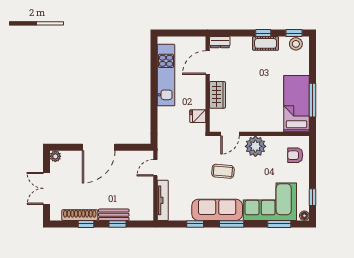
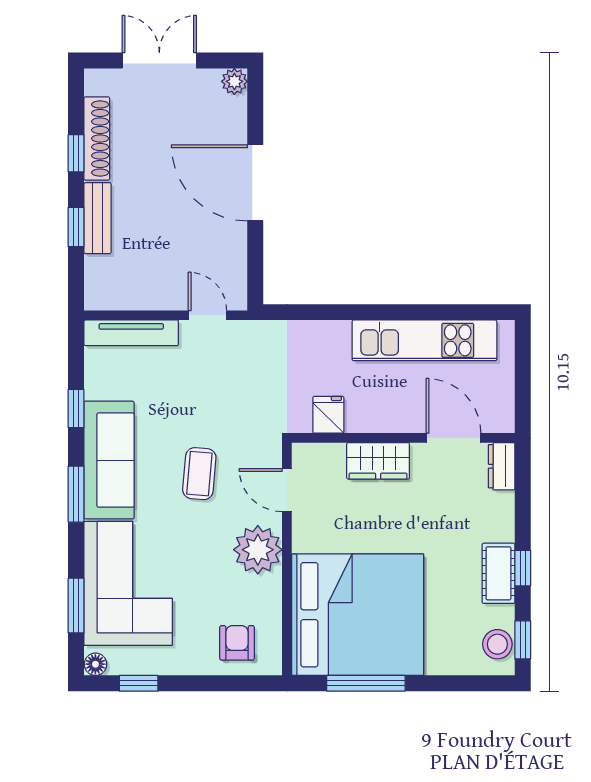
bed: (296, 104) -> (358, 615), width x2.04

